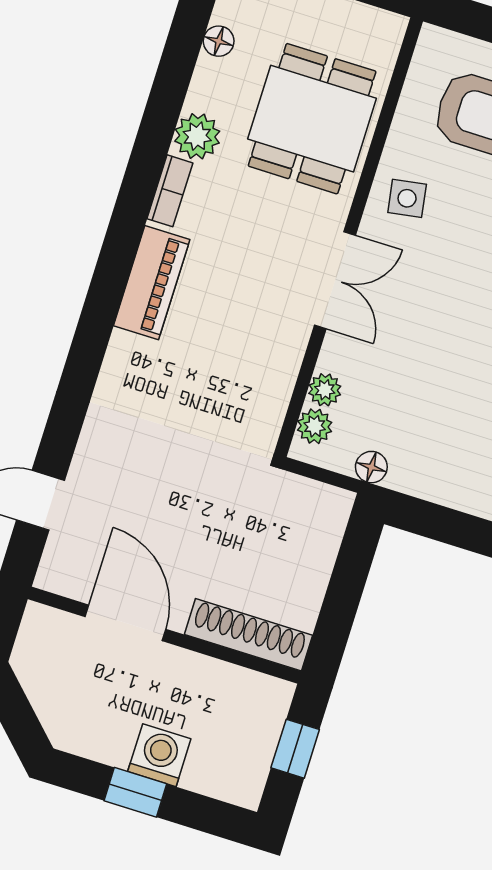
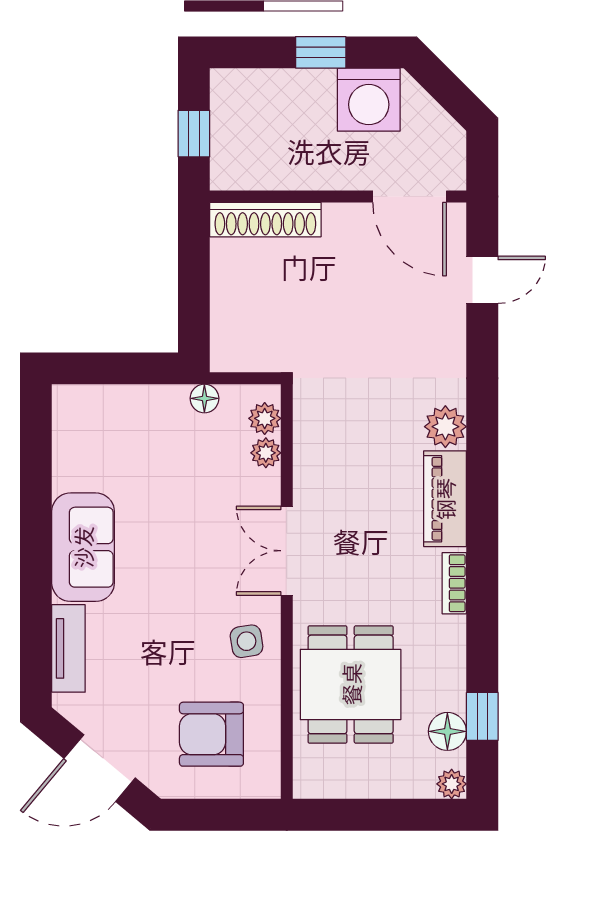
floor lamp: (219, 41) -> (447, 731), width x1.37, depth x1.37
window: (184, 42) -> (482, 716), added
plant: (197, 136) -> (445, 427), moved
door: (125, 623) -> (410, 197), moved
washing machine: (159, 755) -> (369, 100), moved, width x1.37, depth x1.37

